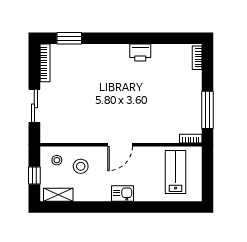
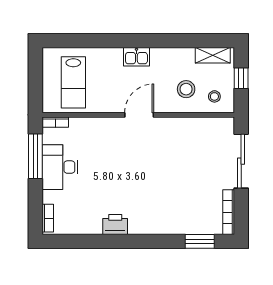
desk: (187, 101) -> (60, 167), added
sliding door: (34, 106) -> (241, 161), width x1.37

